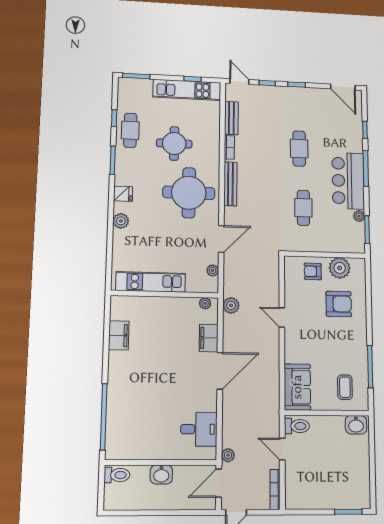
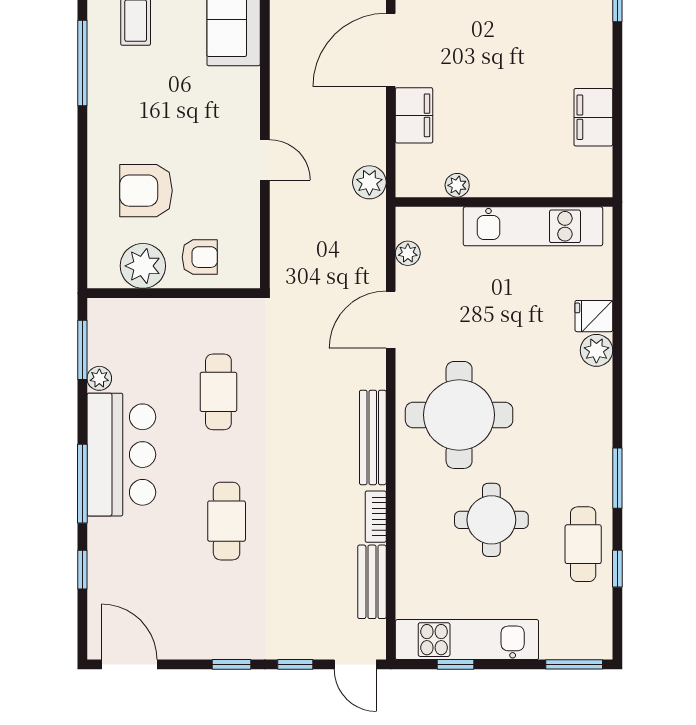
fridge: (123, 194) -> (594, 316), moved
plant: (205, 303) -> (457, 185), moved

